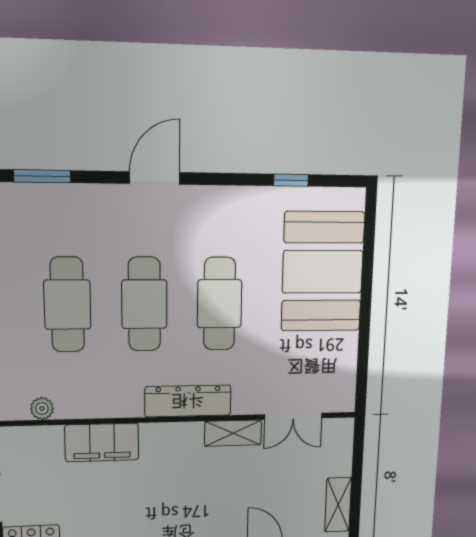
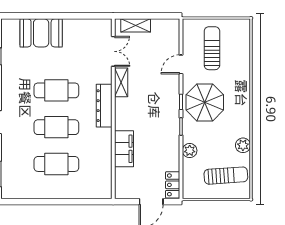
booth: (323, 272) -> (41, 33), width x0.73, depth x0.70
plant: (42, 409) -> (106, 177), removed
shelving: (338, 505) -> (136, 25), moved

